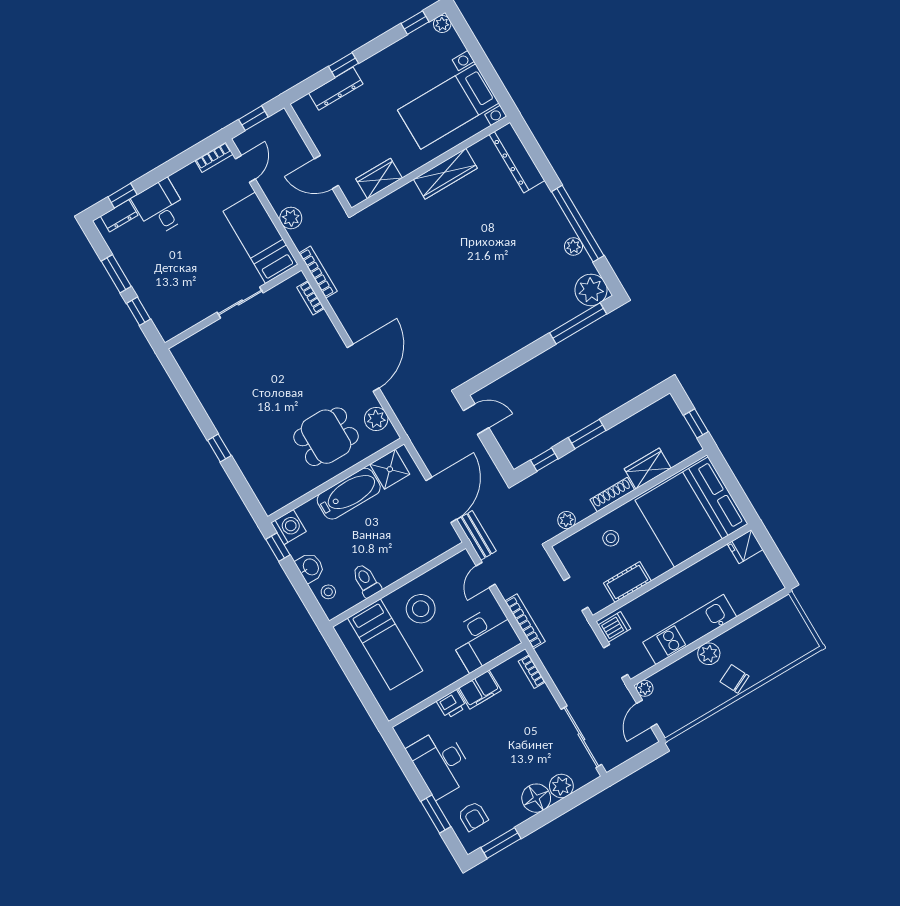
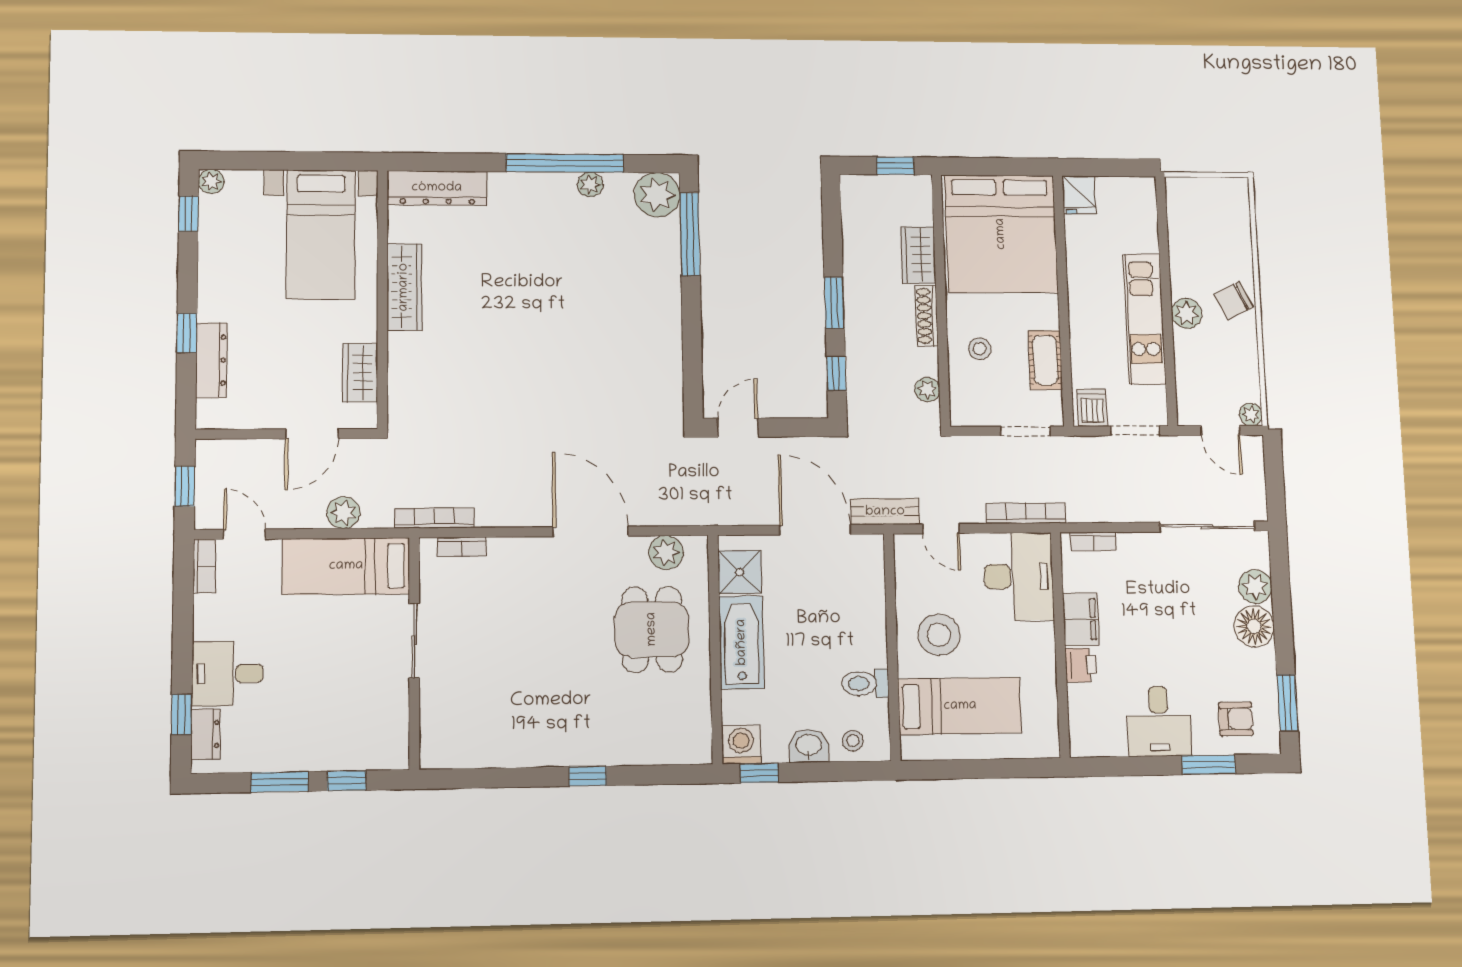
plant: (645, 688) -> (1251, 415), moved
desk: (441, 763) -> (1159, 721), width x0.73

